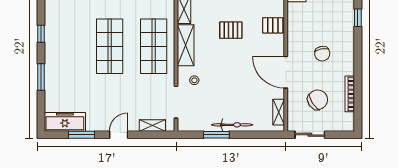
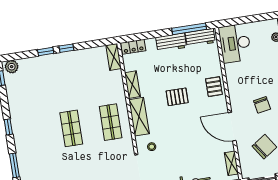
pallet: (273, 25) -> (214, 87), turned 90
shop shelf: (110, 46) -> (71, 128), width x0.70, depth x0.74
shop shelf: (154, 46) -> (111, 122), width x0.70, depth x0.74

